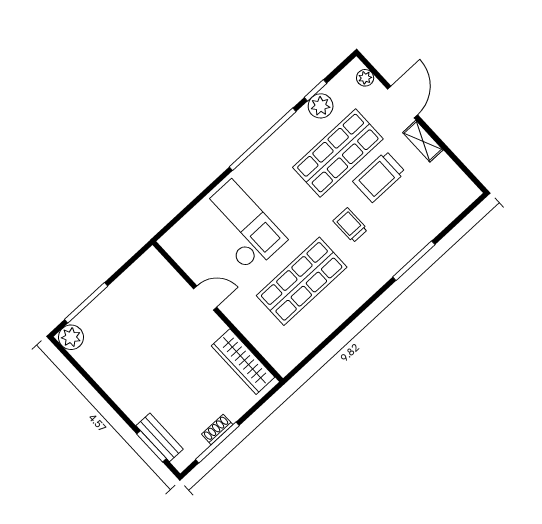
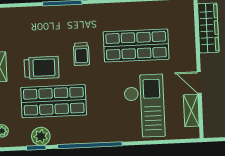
checkout: (241, 227) -> (144, 106), turned 180
shelving: (189, 263) -> (191, 110), added

